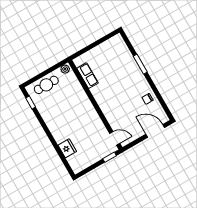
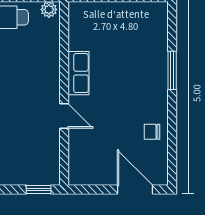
row of seats: (88, 76) -> (78, 73), moved
door: (115, 138) -> (64, 116), moved

